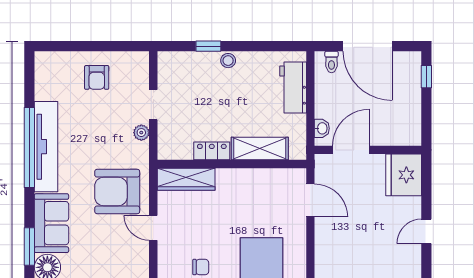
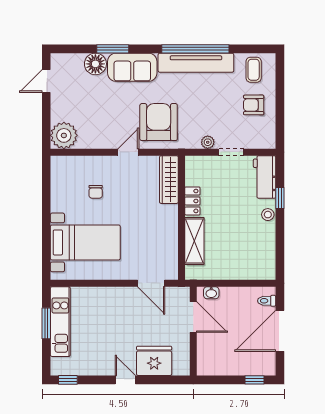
coffee table: (54, 78) -> (254, 70), added
workbench: (293, 88) -> (265, 177), moved, turned -90
fridge: (404, 175) -> (154, 361), moved
door: (310, 200) -> (151, 283), hinge flipped

